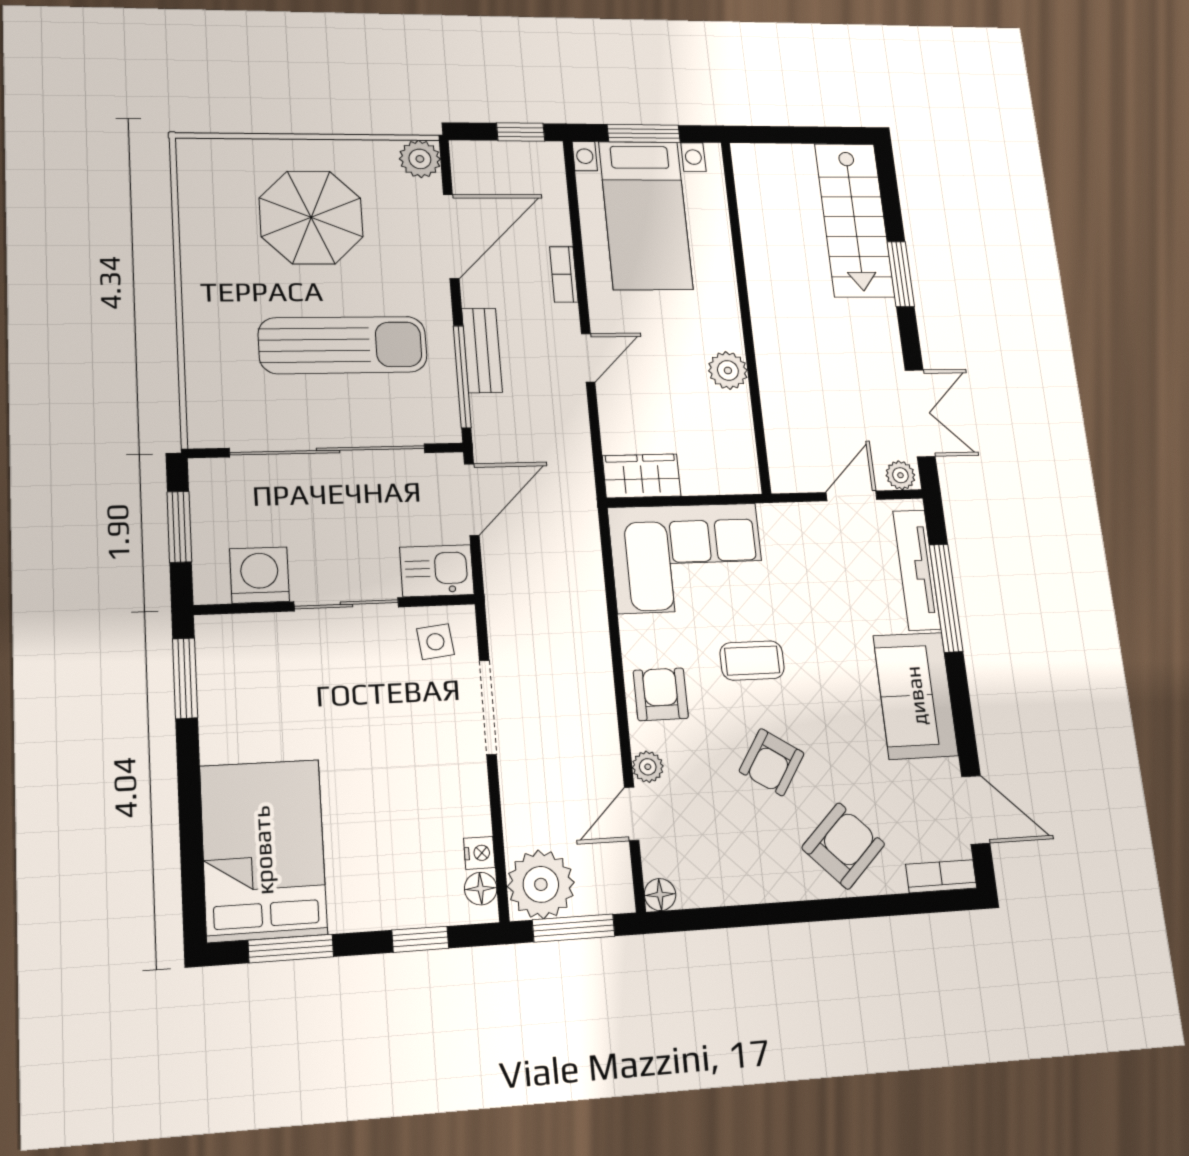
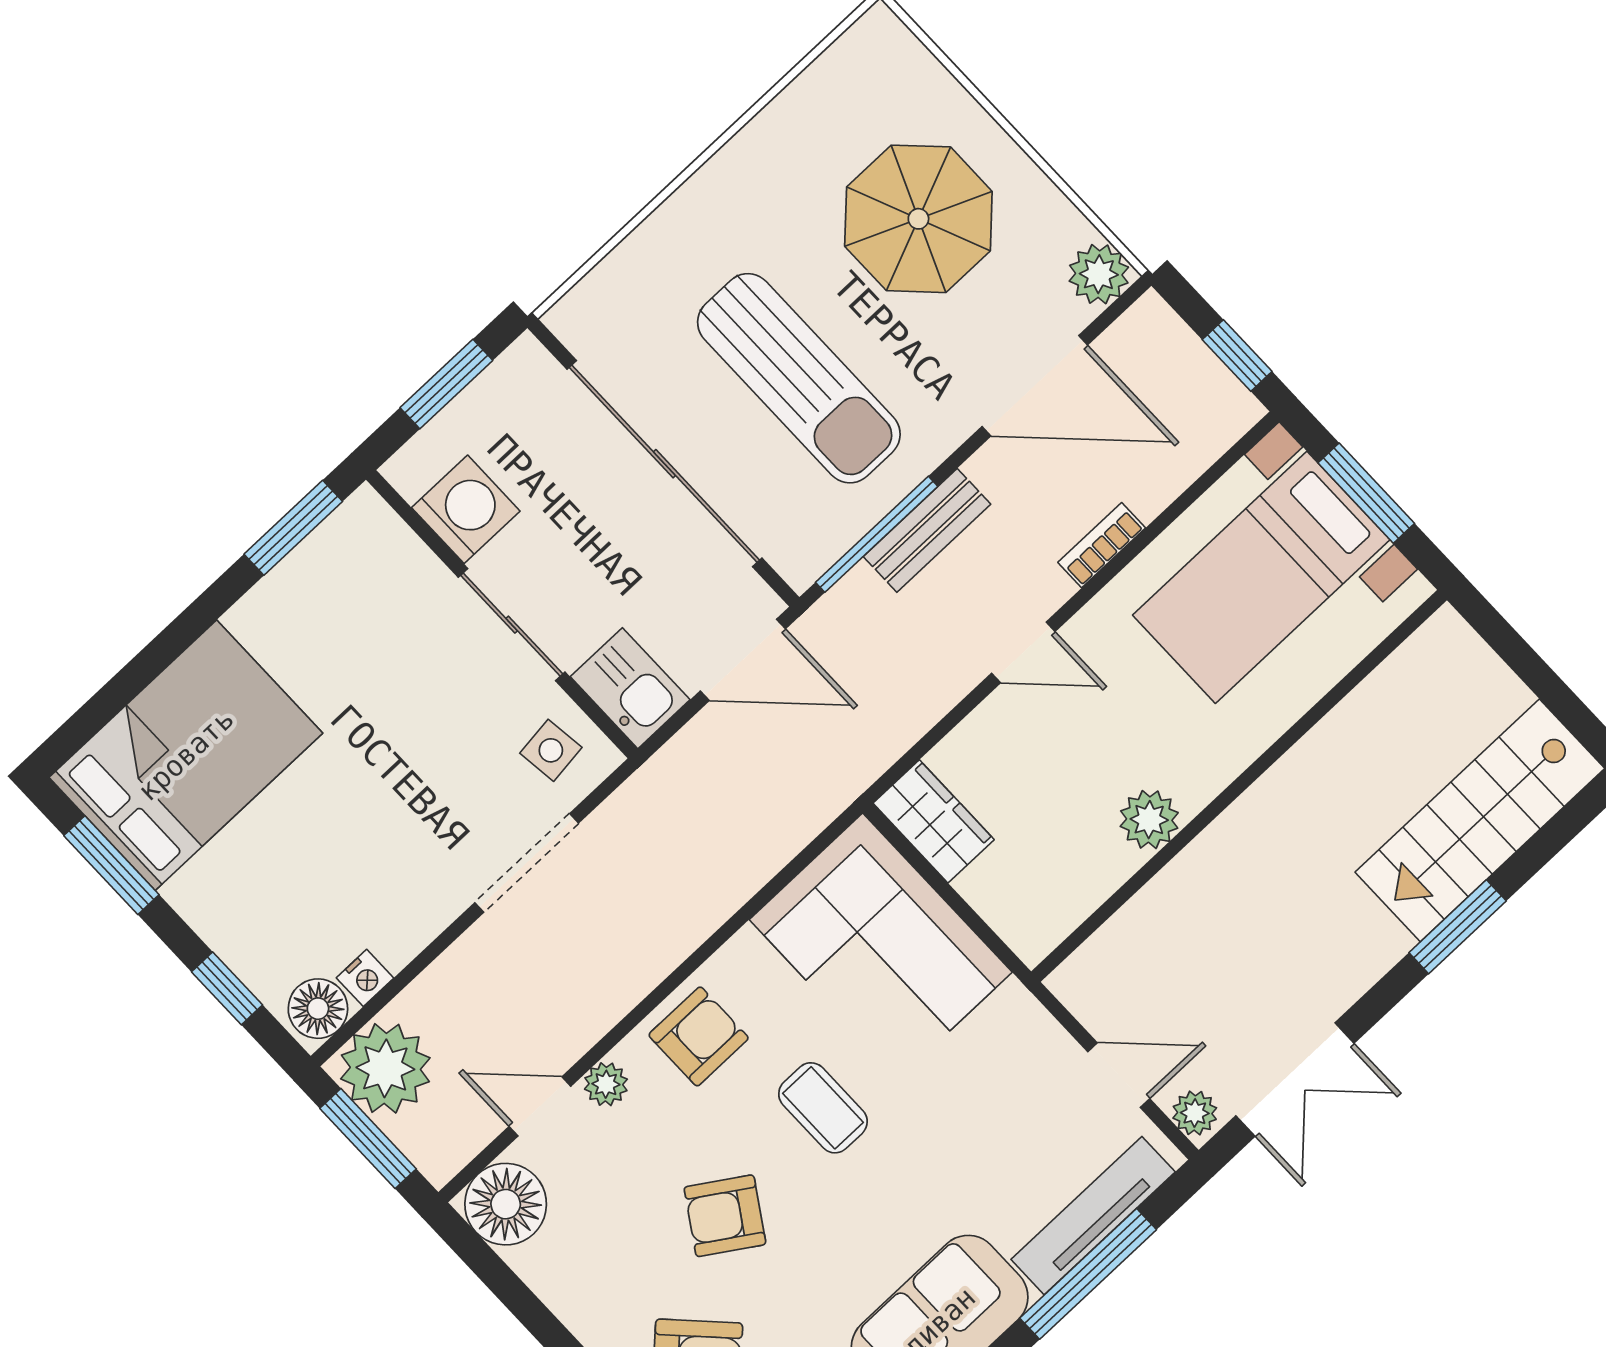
floor lamp: (481, 889) -> (318, 1009), width x1.37, depth x1.37
floor lamp: (660, 895) -> (506, 1204), width x1.89, depth x1.89

